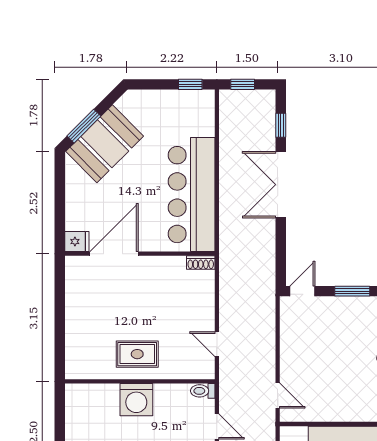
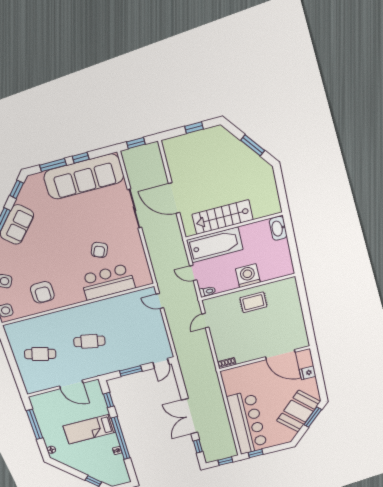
double door: (281, 185) -> (190, 416), swing flipped
bar counter: (192, 195) -> (247, 423), moved
fridge: (77, 242) -> (308, 373), moved
door: (114, 254) -> (280, 355), hinge flipped
door: (217, 344) -> (205, 321), swing flipped

